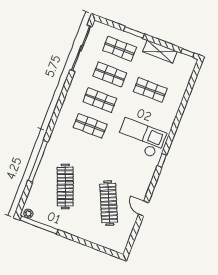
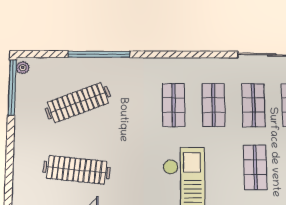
clothes rail: (109, 203) -> (77, 170), turned 30

